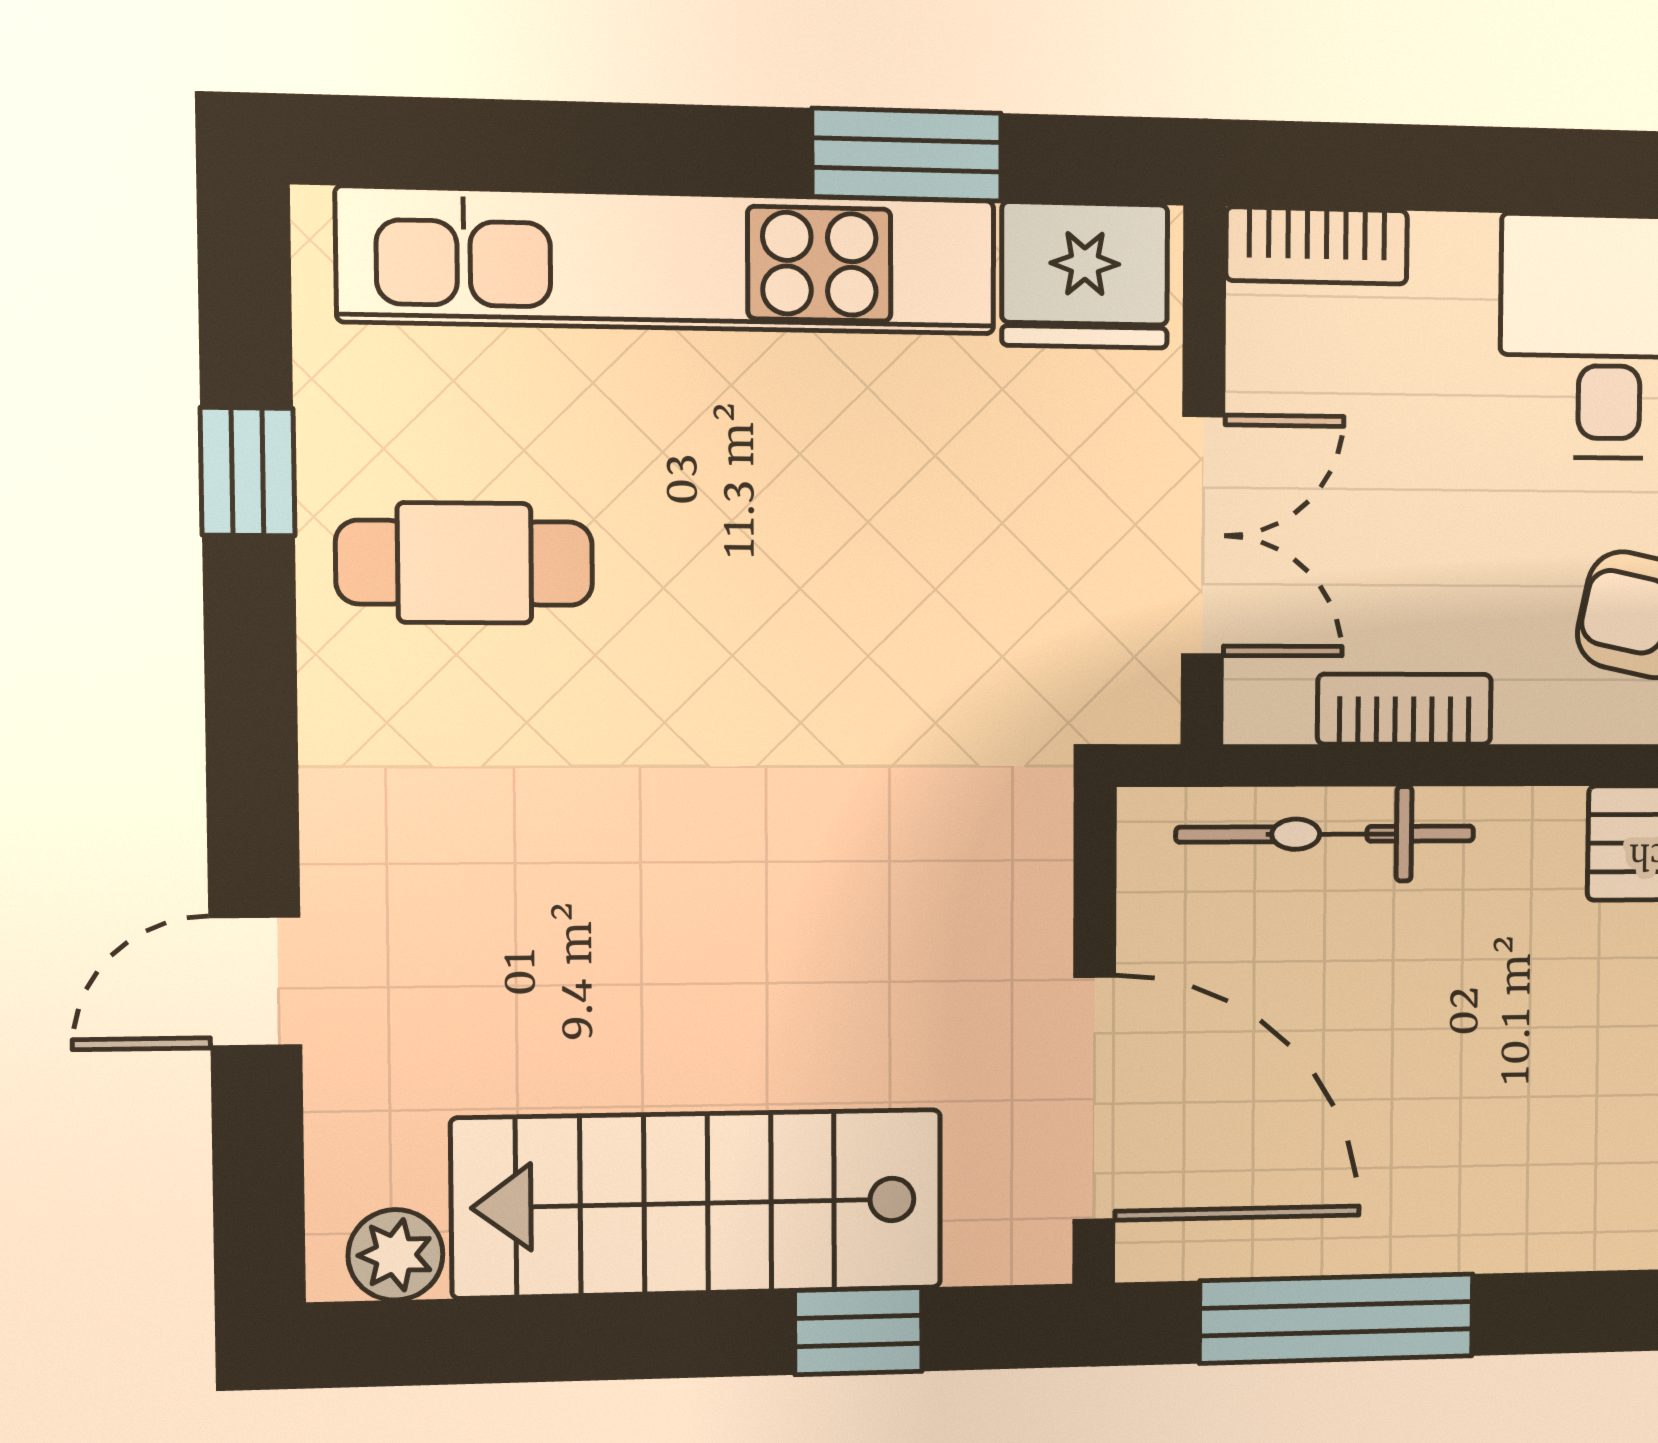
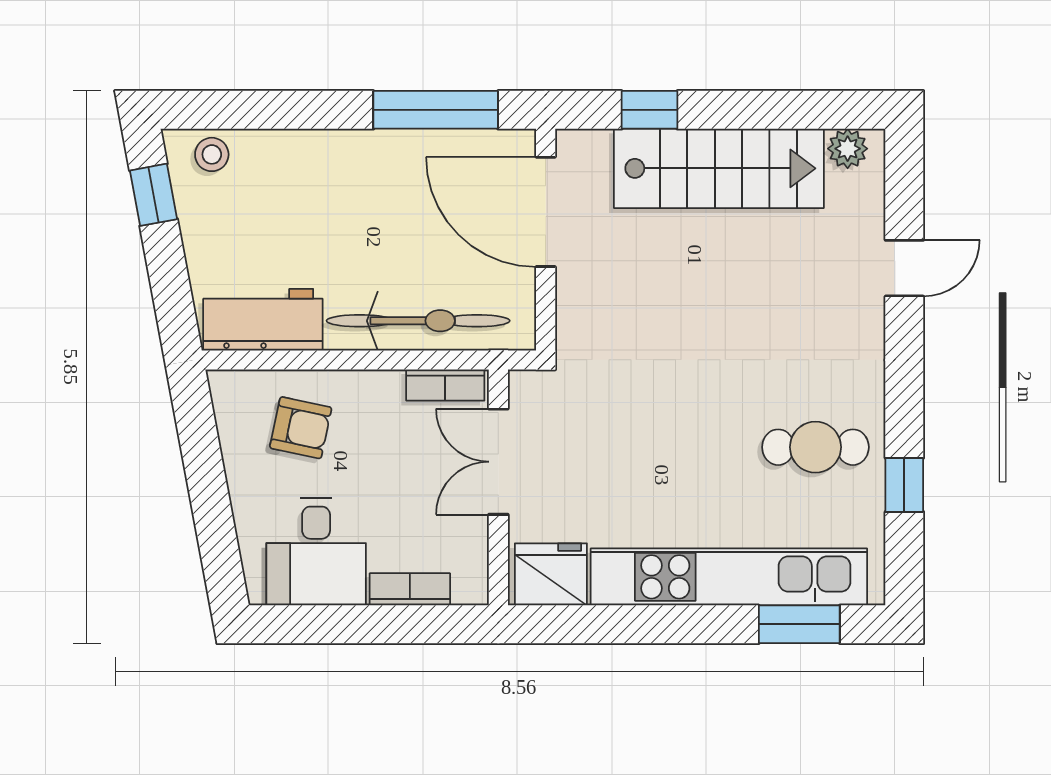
window: (907, 155) -> (799, 624), moved
bookcase: (1317, 246) -> (410, 589), moved
bookcase: (1404, 709) -> (445, 385), moved
bicycle: (1325, 834) -> (418, 321), width x1.37, depth x1.40

